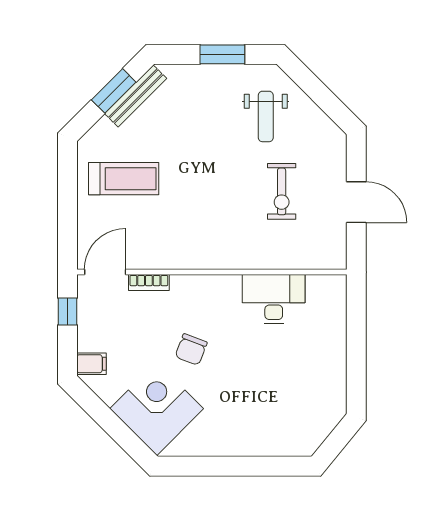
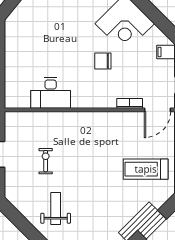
exercise bike: (282, 191) -> (46, 161), width x0.73, depth x0.72
chair: (191, 349) -> (103, 61), turned -111

